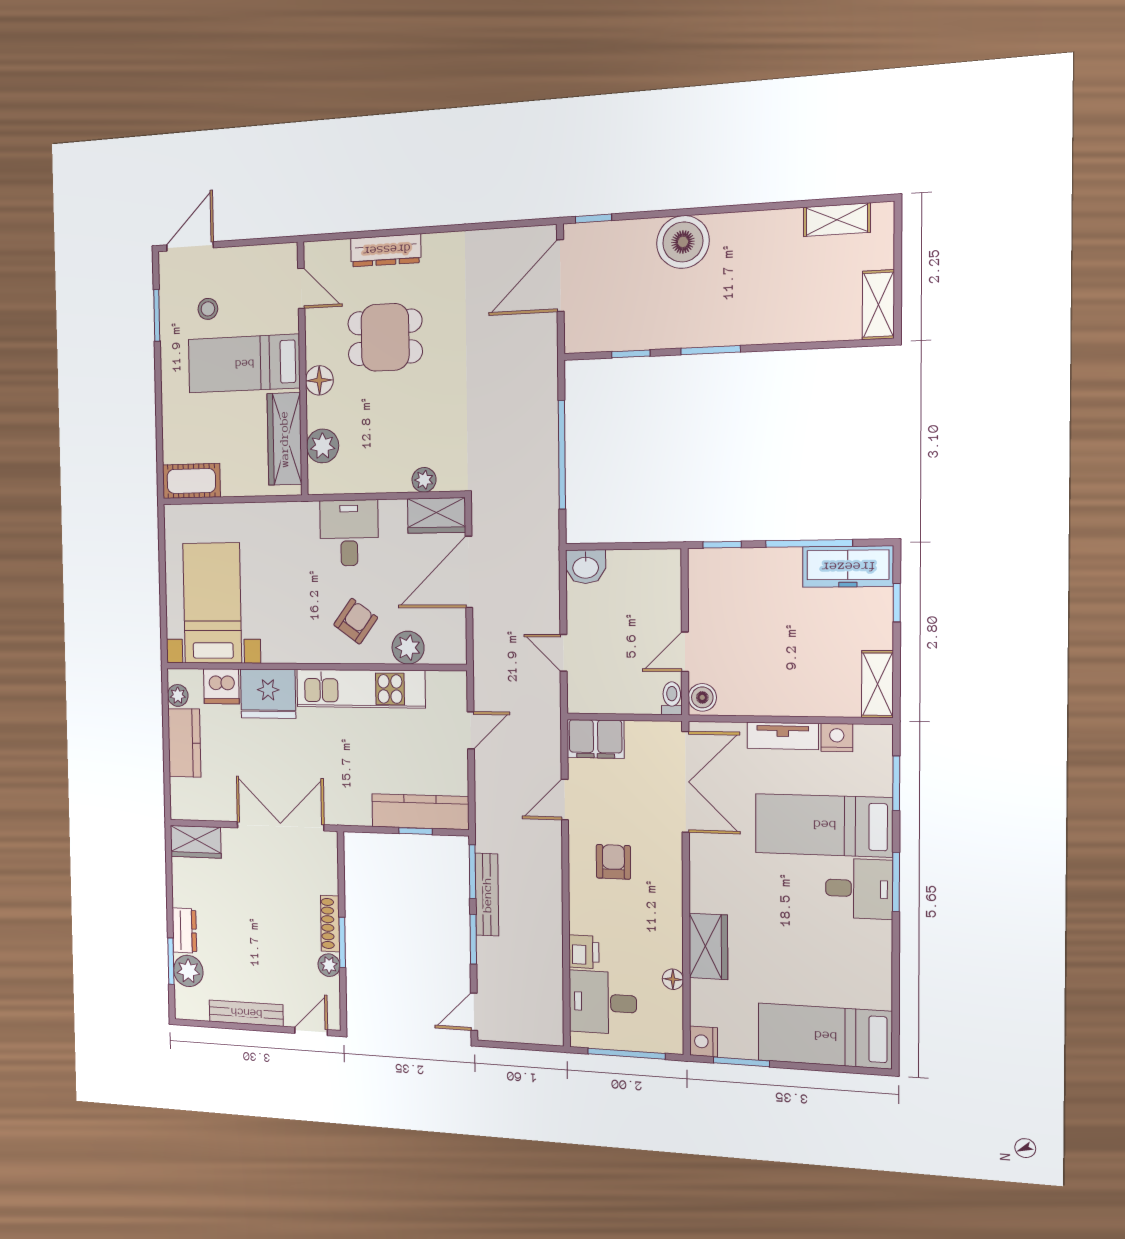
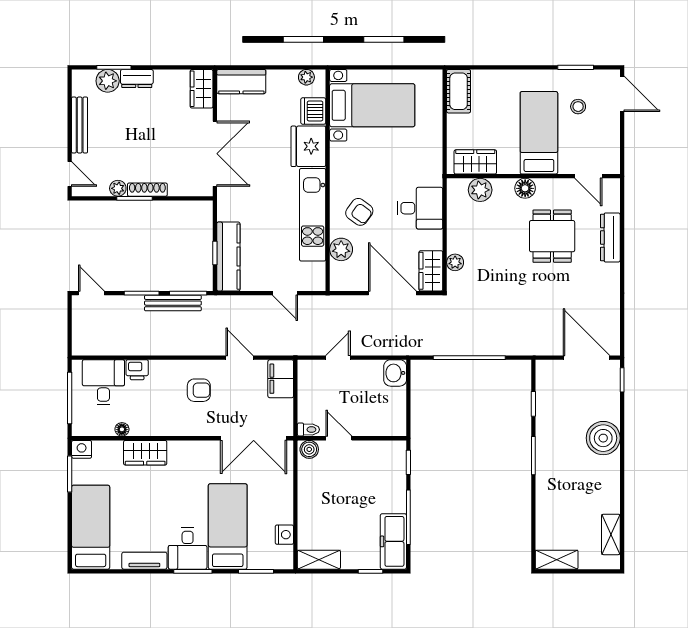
door: (301, 288) -> (588, 176), hinge flipped
wardrobe: (284, 439) -> (475, 162), width x0.67
tv unit: (783, 736) -> (144, 561), moved, turned 90
kitchen counter: (184, 743) -> (241, 82), moved

